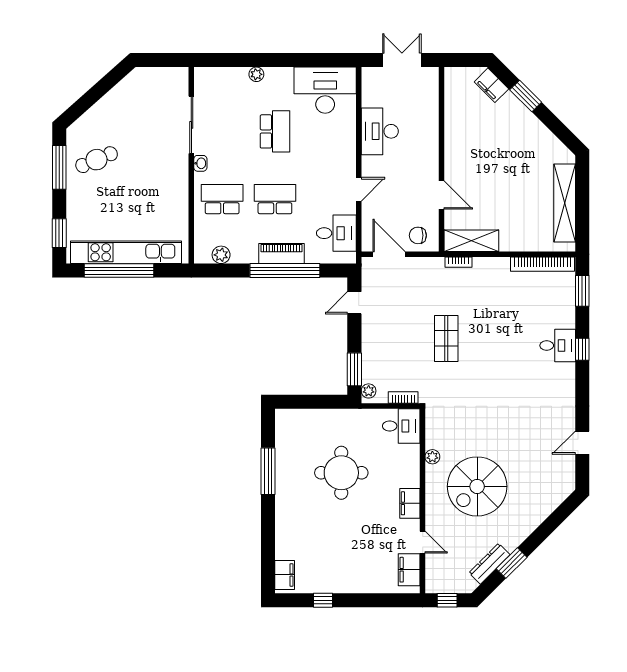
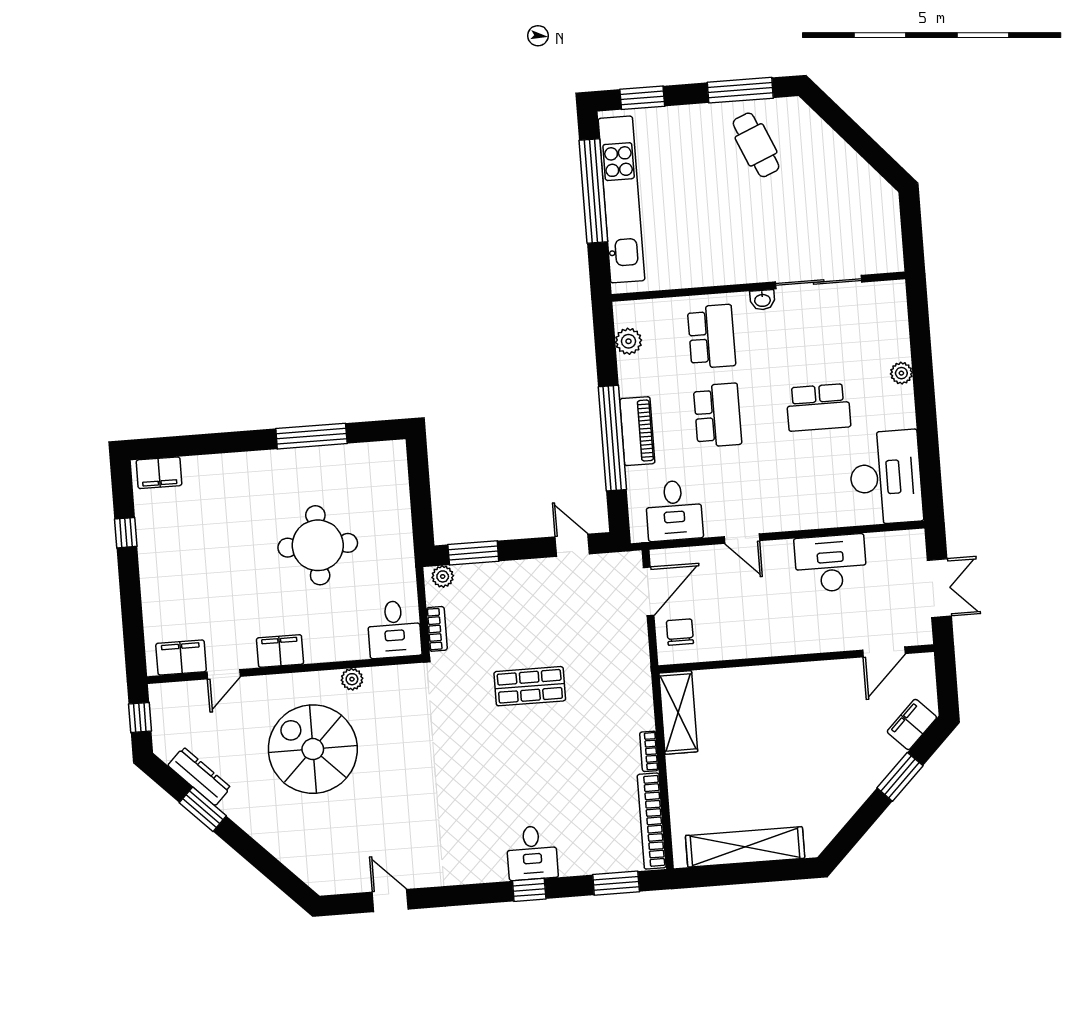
door: (442, 195) -> (884, 652), moved
bookcase: (458, 262) -> (649, 751), moved

